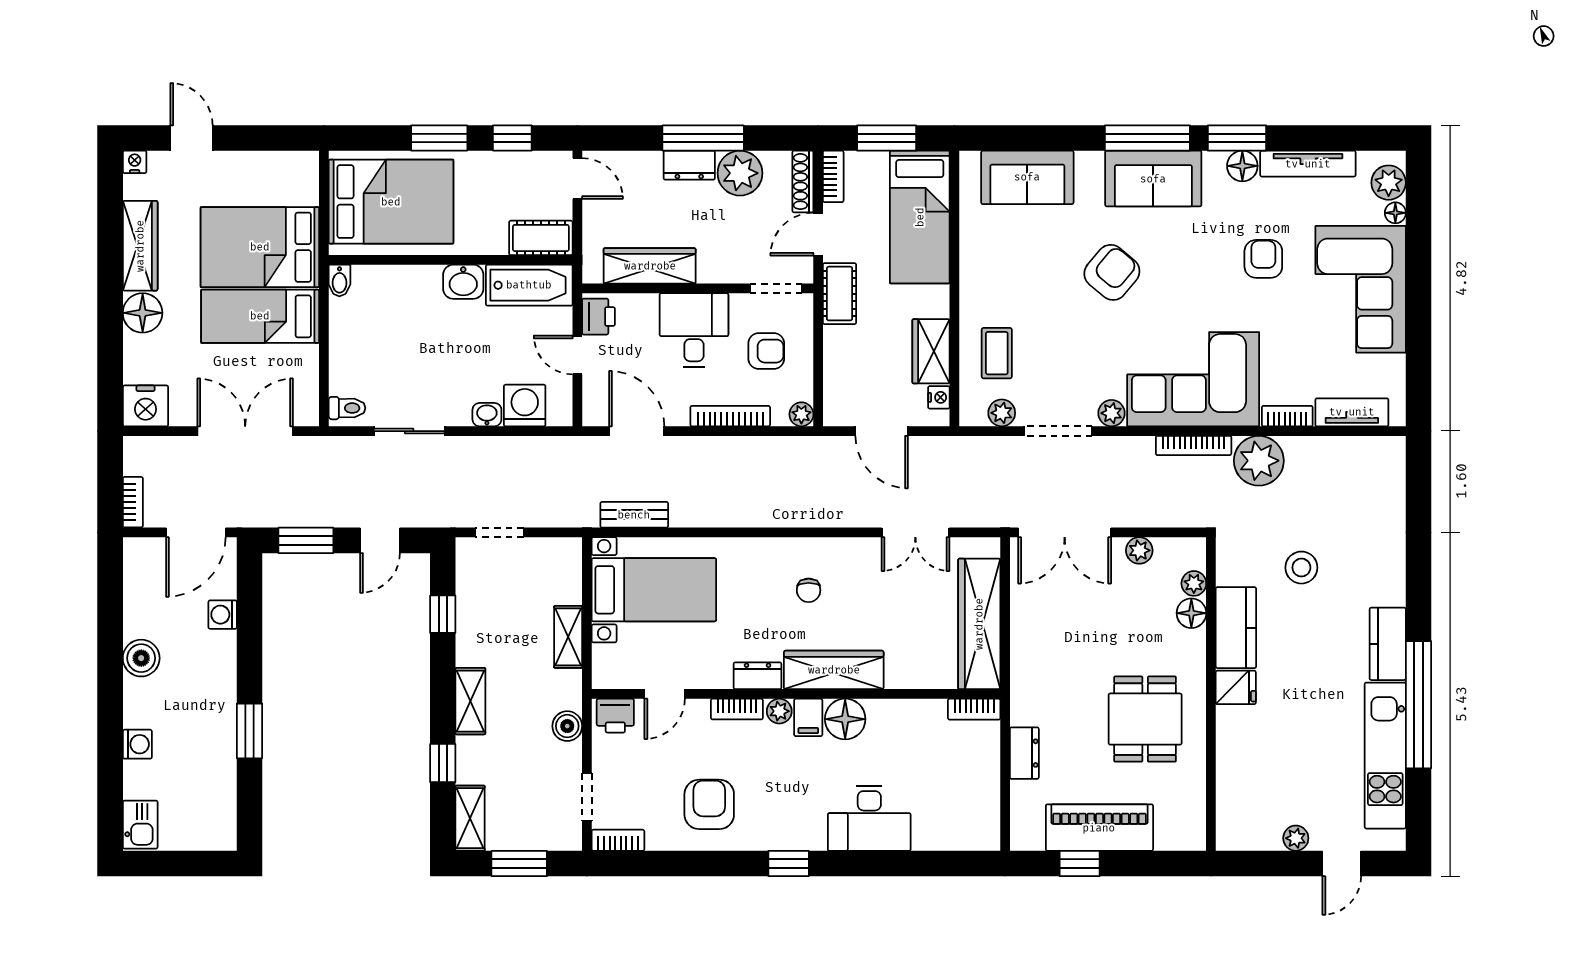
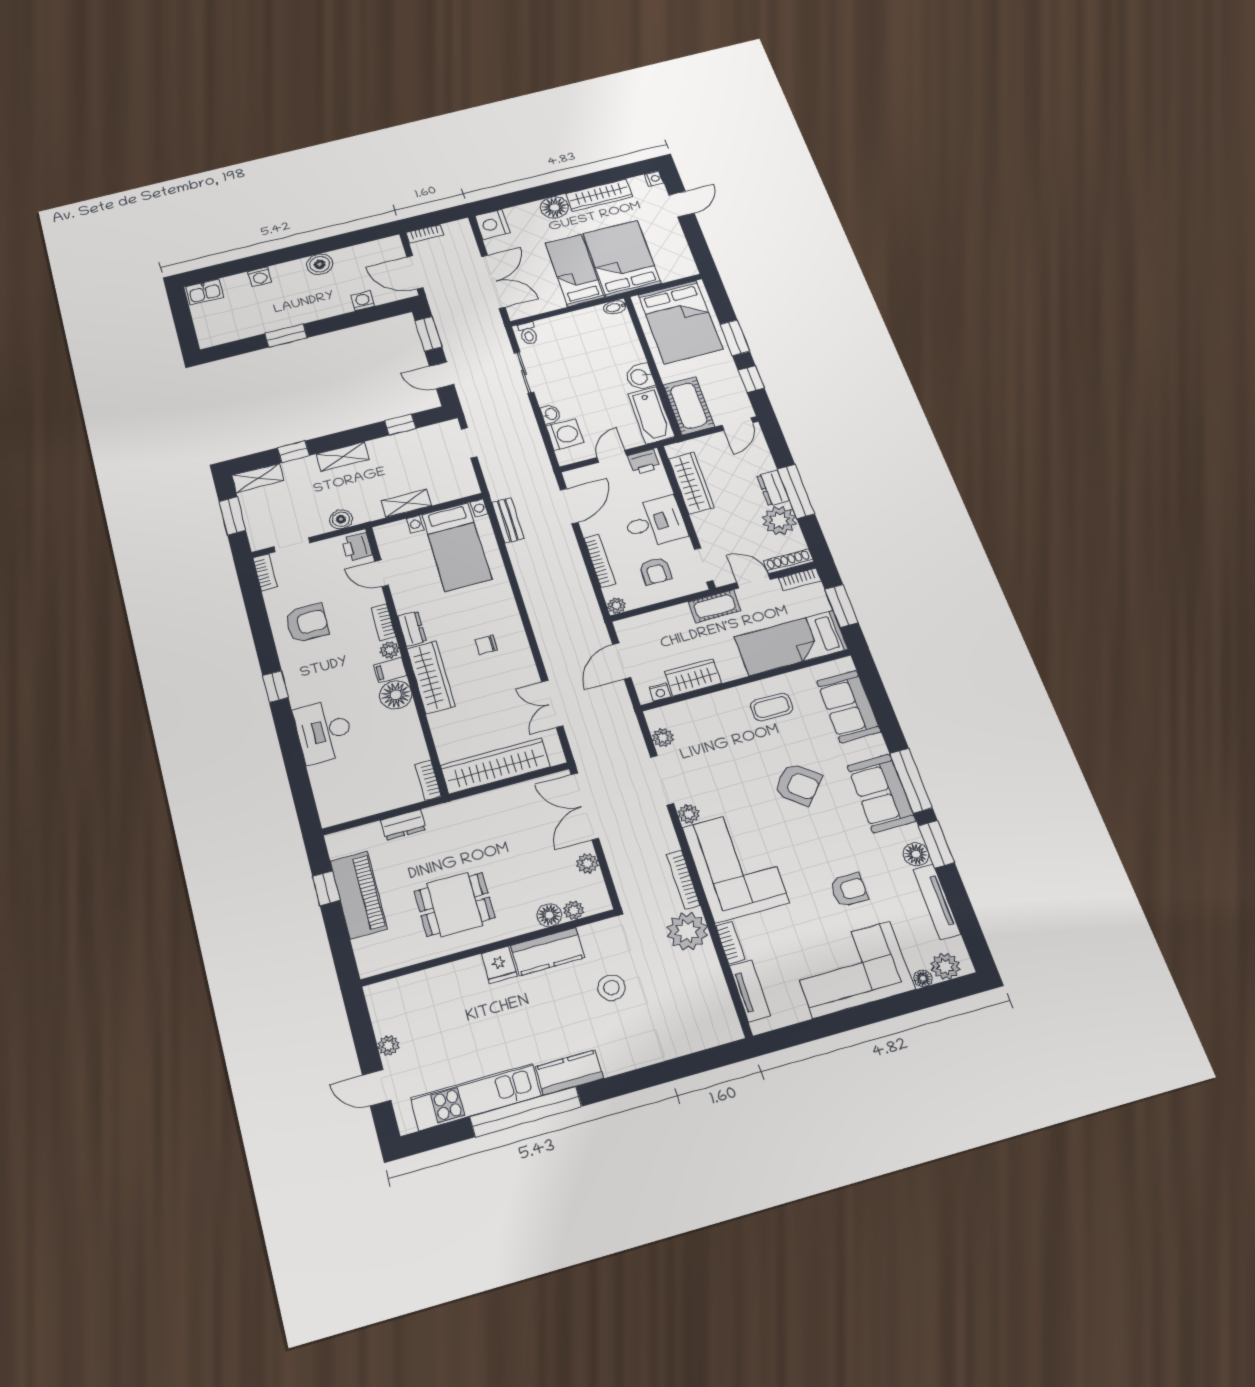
cot: (541, 238) -> (689, 406), width x1.37, depth x1.34
coffee table: (997, 353) -> (772, 707), moved

